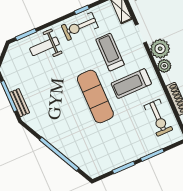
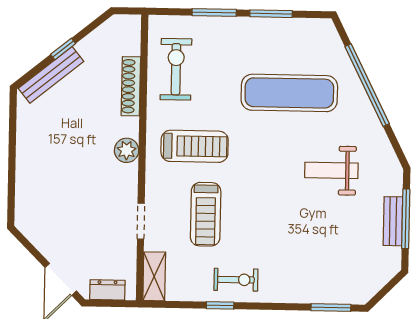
exercise bike: (80, 26) -> (236, 280), width x0.73, depth x0.72
weight bench: (45, 46) -> (331, 170), moved, turned 180
plant: (160, 49) -> (121, 182), removed
exercise mat: (95, 97) -> (289, 93), moved, turned 90
bench: (20, 103) -> (393, 221), moved

